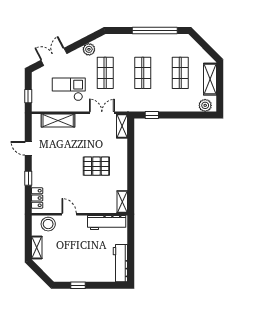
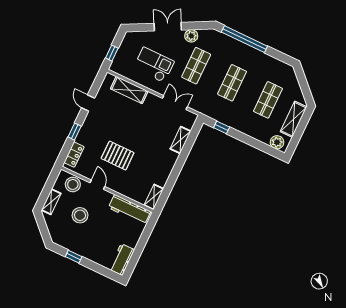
window: (155, 31) -> (244, 39), moved
double door: (54, 57) -> (168, 27), moved
shelving: (122, 126) -> (180, 140), moved
pallet: (96, 166) -> (118, 156), moved
stool: (67, 247) -> (80, 215), added
workbench: (120, 263) -> (122, 260), width x0.73

